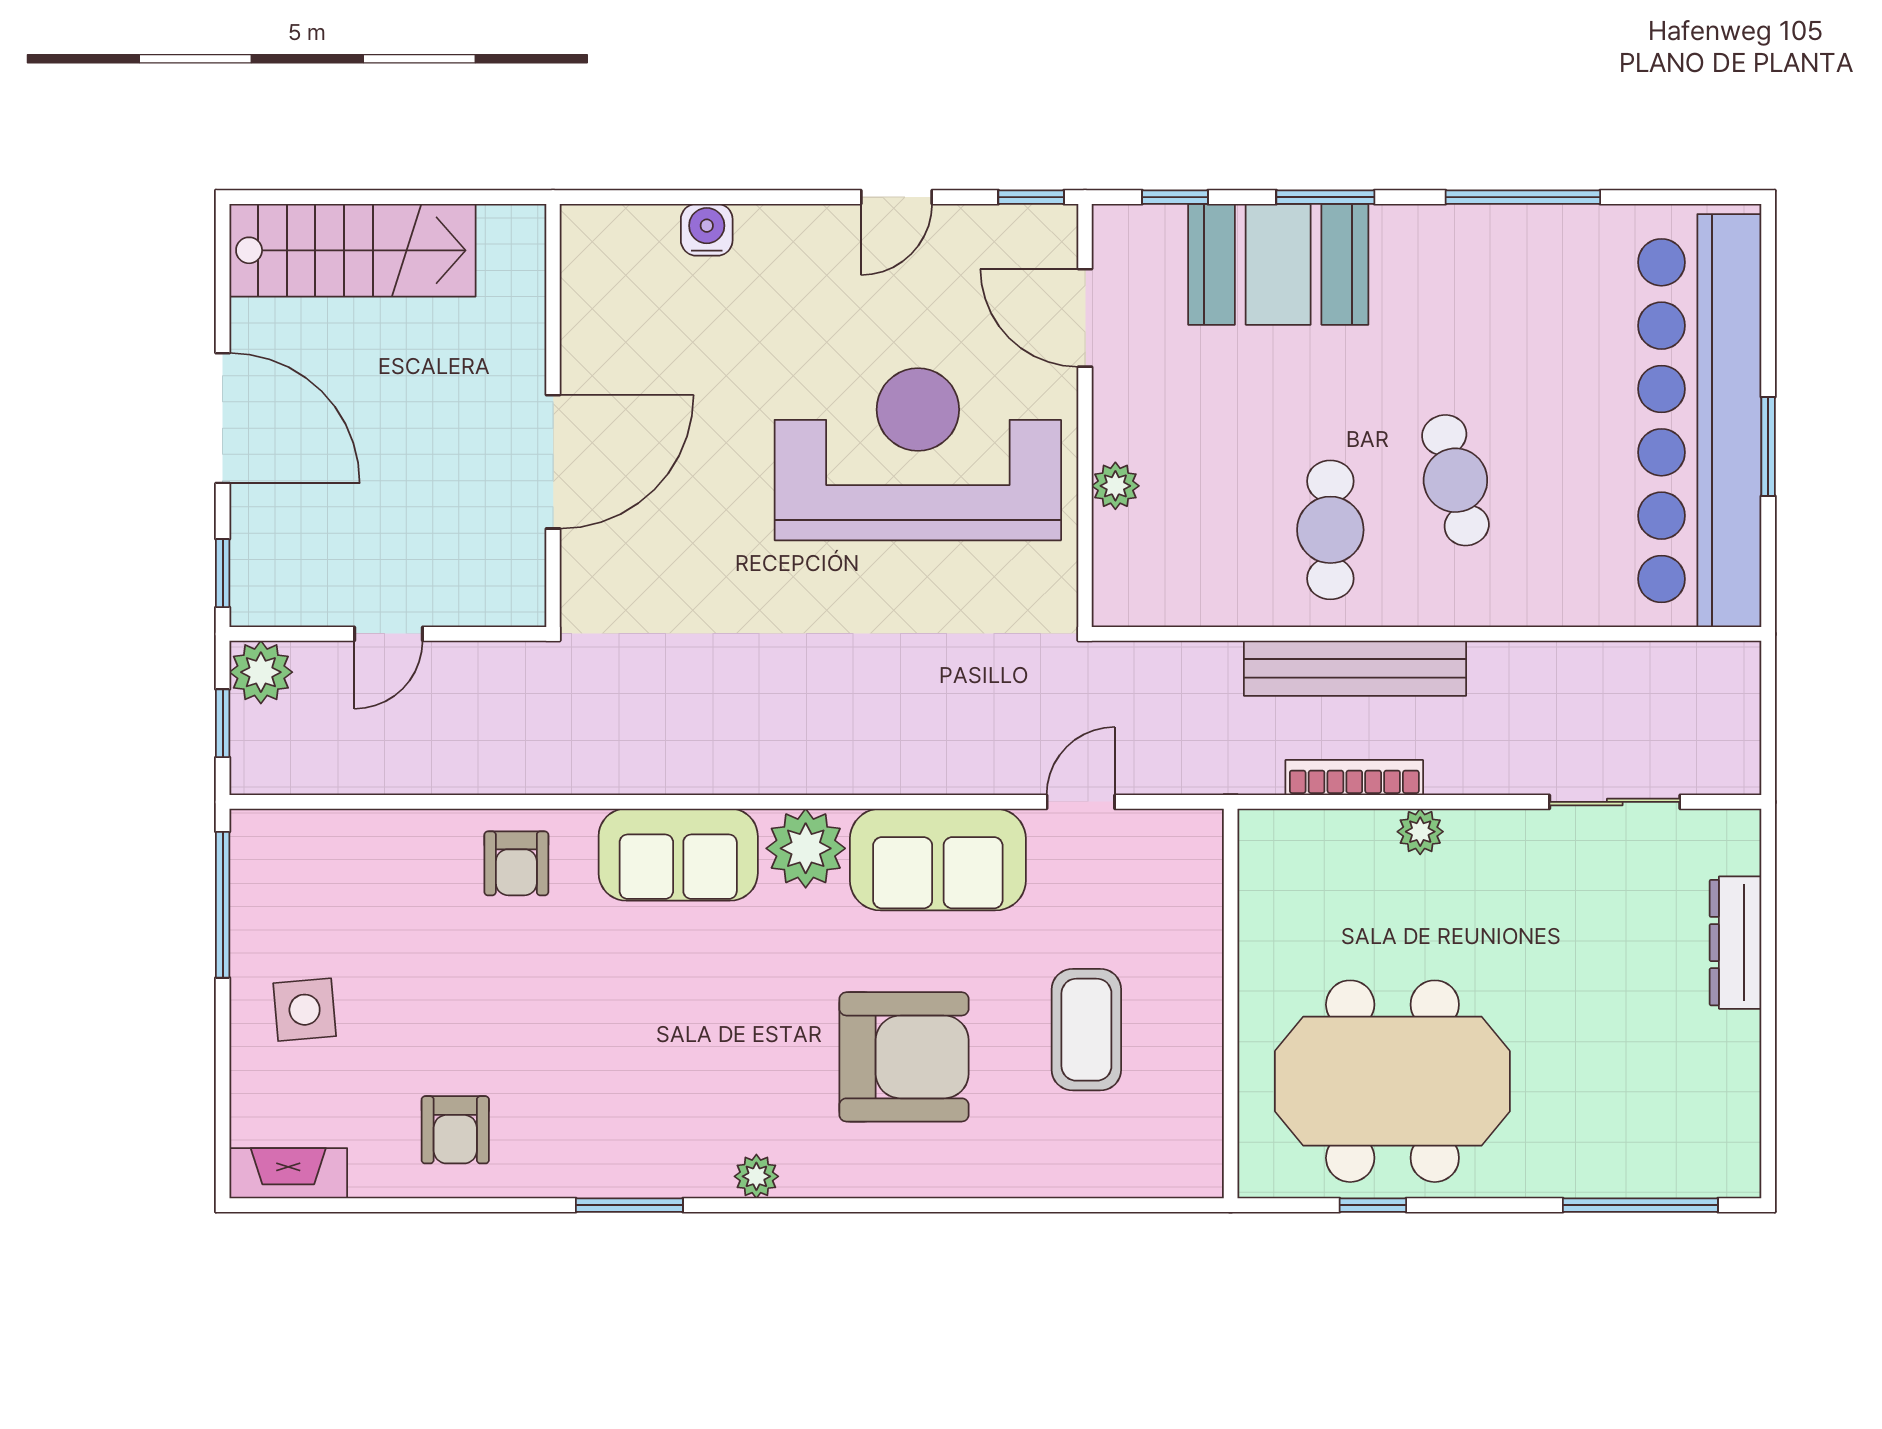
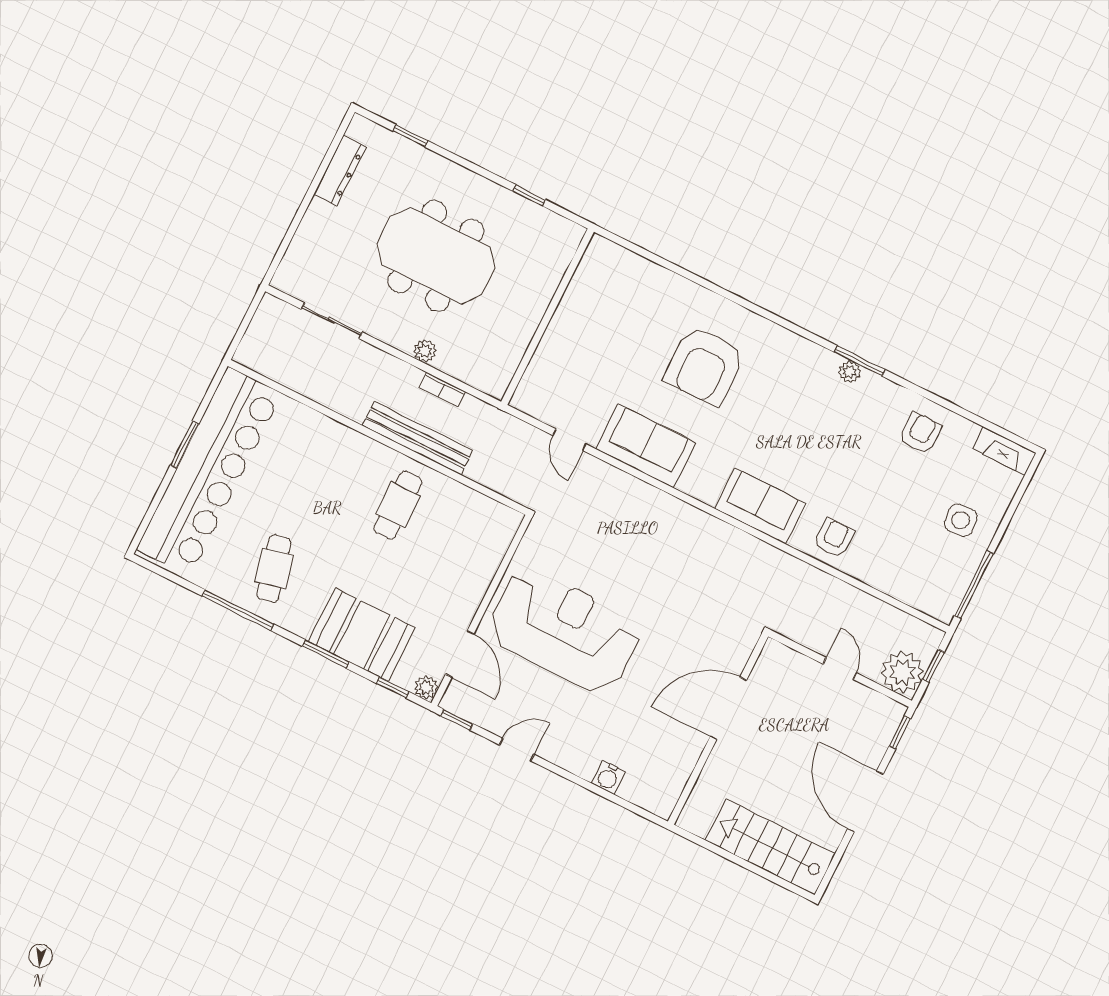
reception desk: (918, 454) -> (564, 631), turned 180
cafe table: (1455, 480) -> (274, 569), moved
plant: (1115, 486) -> (426, 687), moved
door: (388, 634) -> (840, 669), hinge flipped
plant: (261, 672) -> (902, 672), width x1.36, depth x1.36
bookcase: (1354, 778) -> (442, 390), width x0.64
door: (1081, 802) -> (569, 440), hinge flipped
plant: (806, 848) -> (702, 480), removed
dresser: (1736, 943) -> (340, 171), moved
coffee table: (1086, 1030) -> (617, 337), removed
armchair: (904, 1057) -> (705, 366), turned -90
meeting table: (1392, 1081) -> (436, 256), moved
plant: (756, 1176) -> (850, 372), moved
window: (1640, 1205) -> (410, 136), width x0.46

